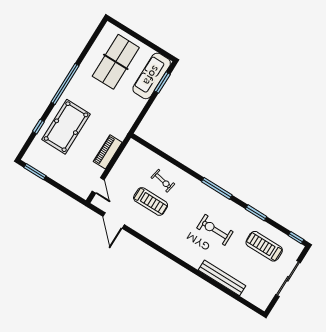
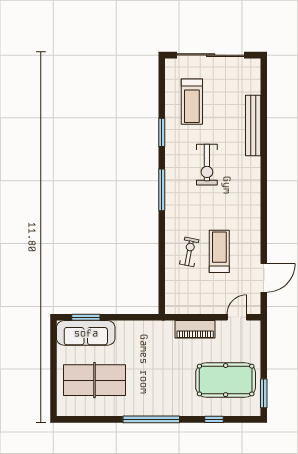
pool table: (66, 127) -> (226, 380), moved
window: (296, 238) -> (162, 74), removed
sliding door: (288, 279) -> (211, 55), width x1.36

